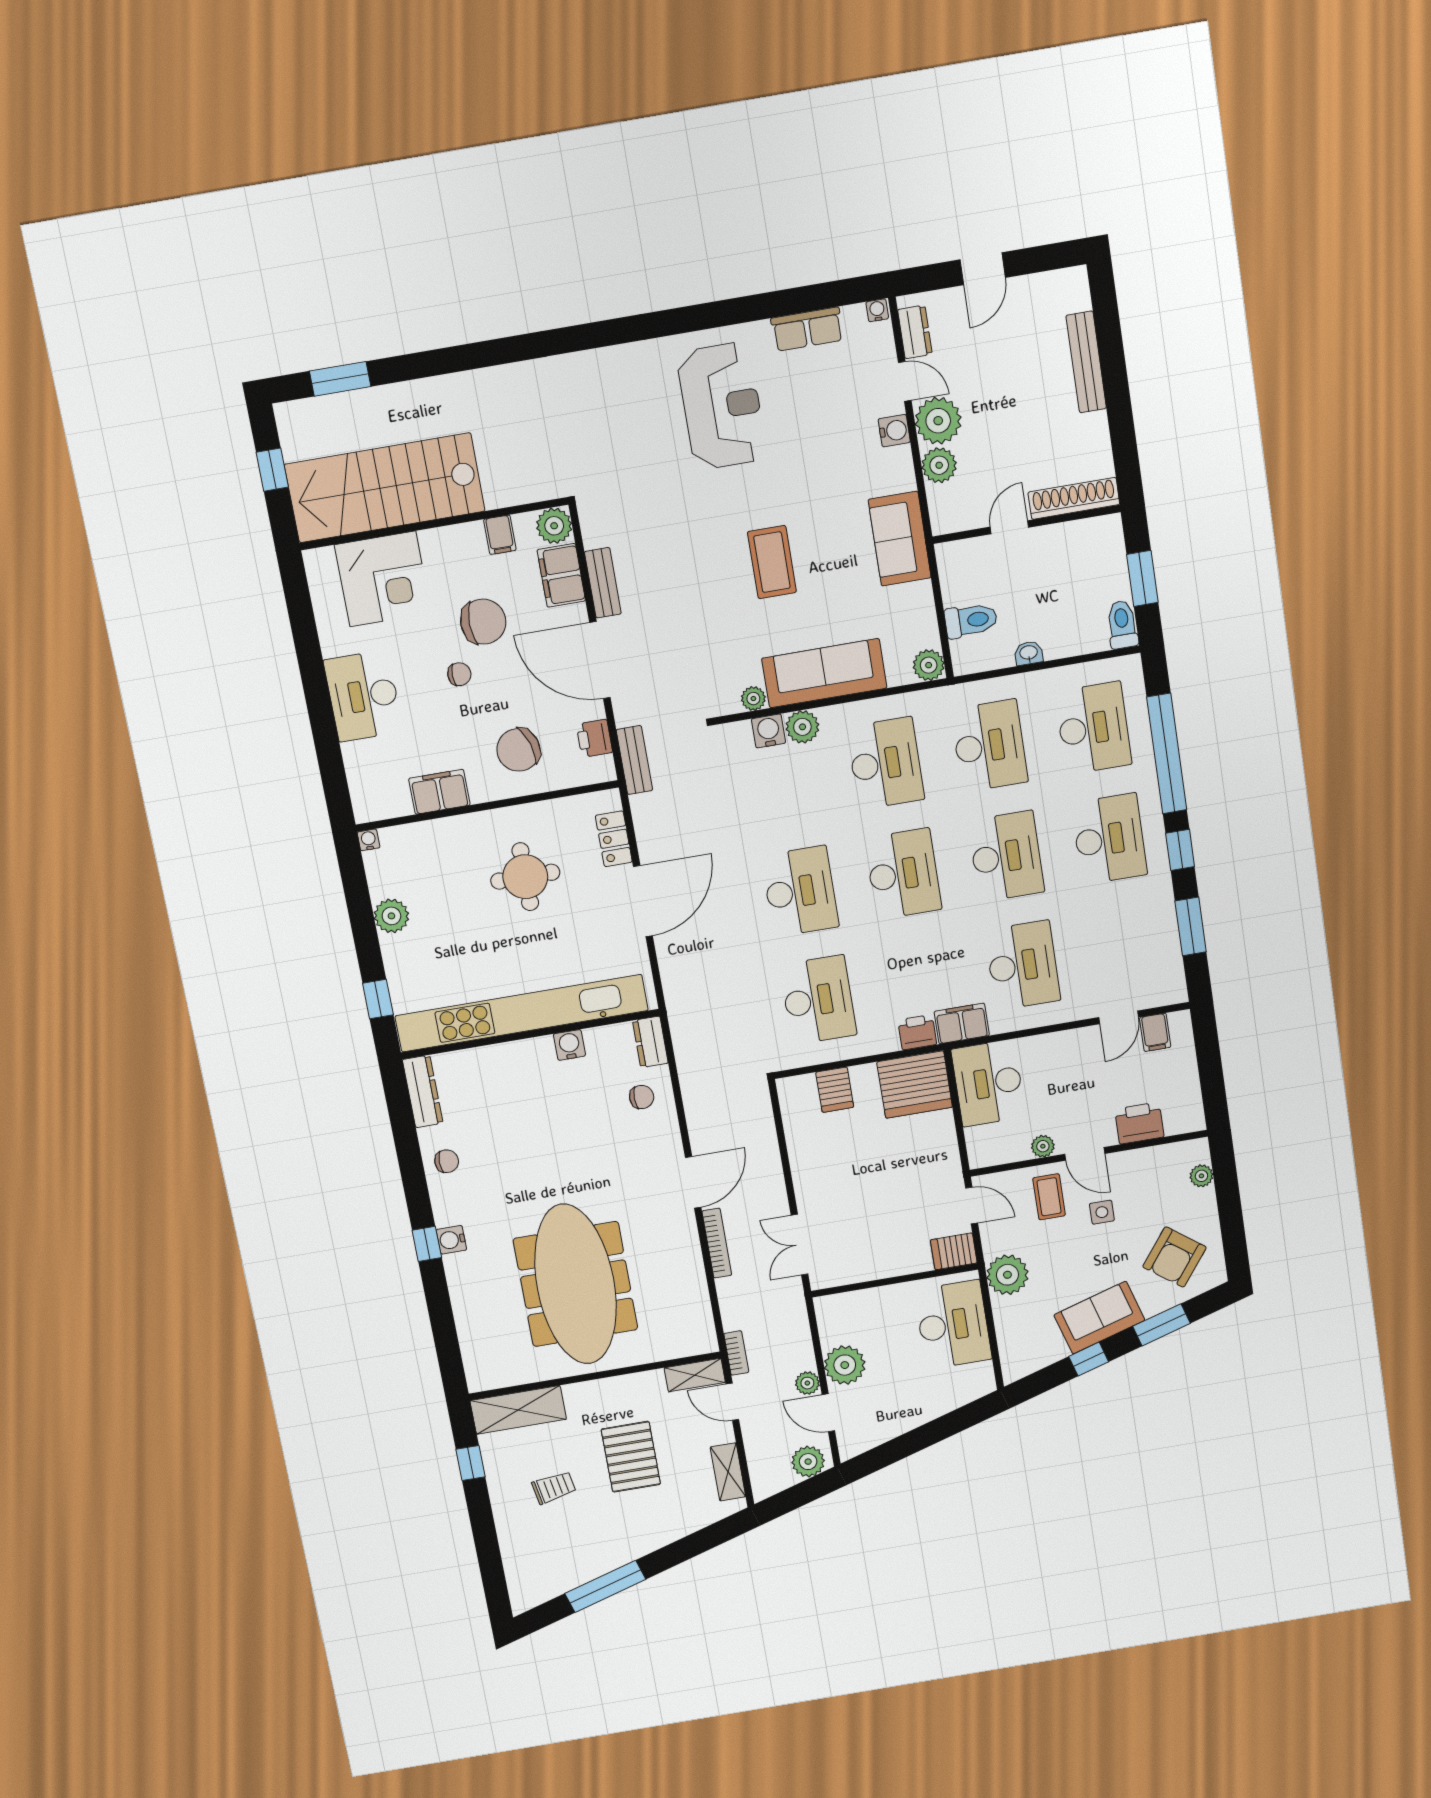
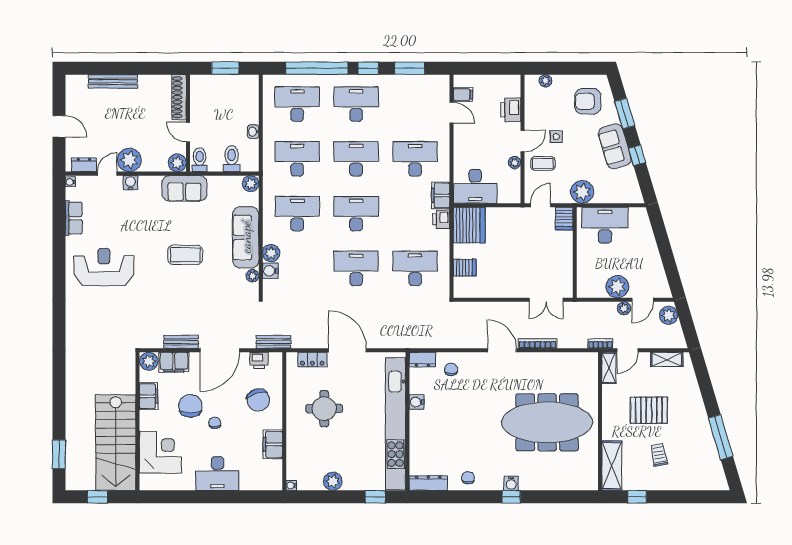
plant: (939, 465) -> (177, 163), moved
filing cabinet: (500, 535) -> (149, 396), width x2.00
toilet: (1122, 624) -> (200, 160), moved, turned 90
armchair: (1174, 1257) -> (588, 101), turned 143

